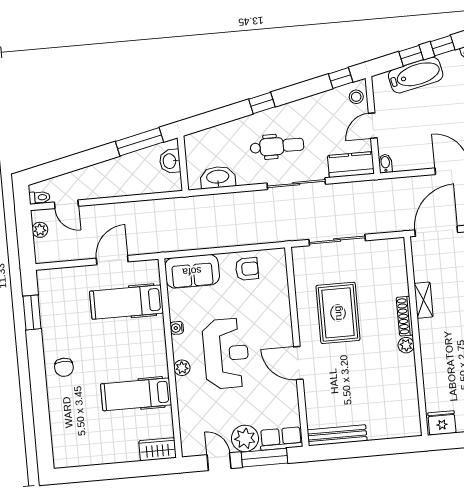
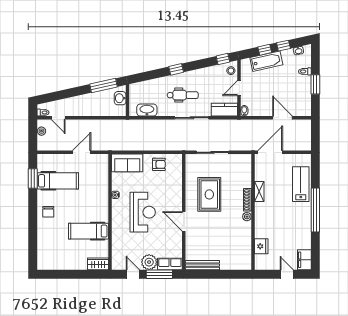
hospital bed: (127, 302) -> (58, 181), moved, turned 180
plant: (182, 368) -> (116, 218), removed
fridge: (442, 423) -> (261, 246), moved, turned 90

